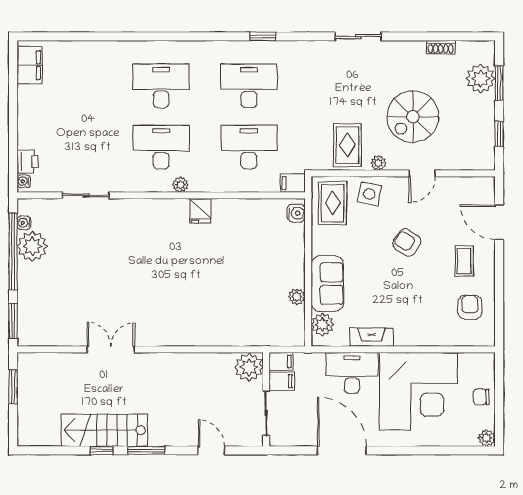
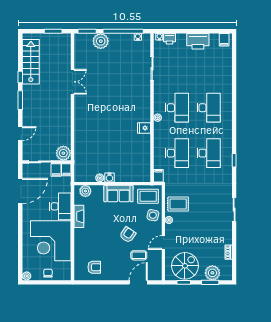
filing cabinet: (30, 65) -> (224, 40), width x0.50
printer: (32, 107) -> (198, 41), added
spiral stairs: (413, 117) -> (185, 266), moved, turned 90
door: (422, 173) -> (163, 243), hinge flipped
water cooler: (296, 213) -> (109, 177), moved
plant: (32, 246) -> (101, 41), moved
coffee table: (464, 261) -> (139, 255), moved
sofa: (327, 284) -> (118, 194), moved
stairs: (104, 430) -> (31, 62), moved
door: (342, 450) -> (20, 191), moved

